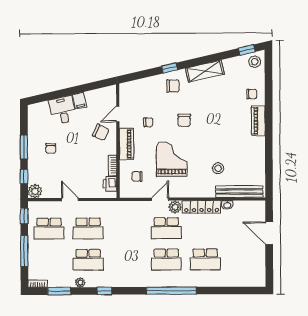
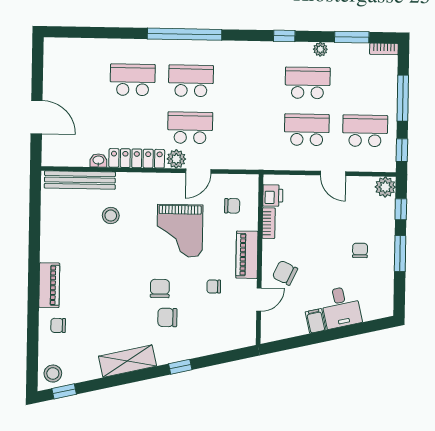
chair: (173, 86) -> (167, 317), moved

